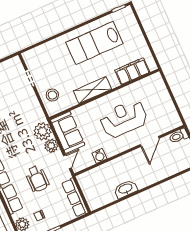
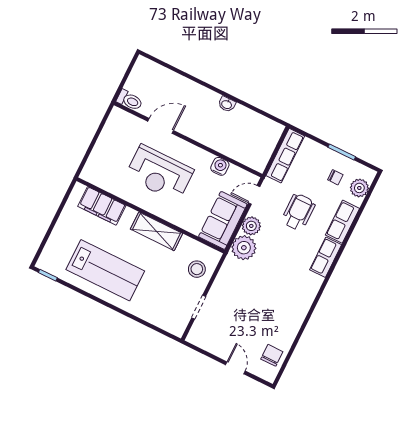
washbasin: (126, 189) -> (227, 104), width x0.52, depth x0.69

